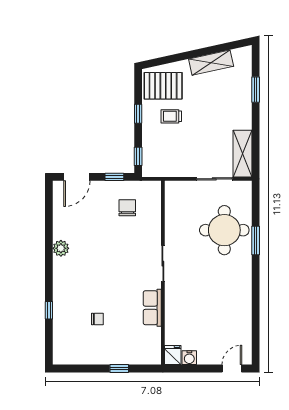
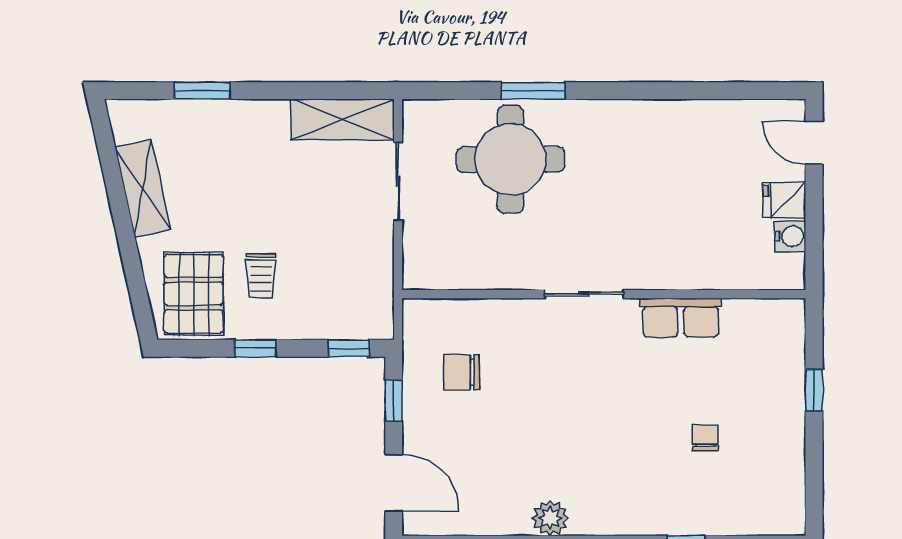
fridge: (173, 355) -> (784, 200), moved

